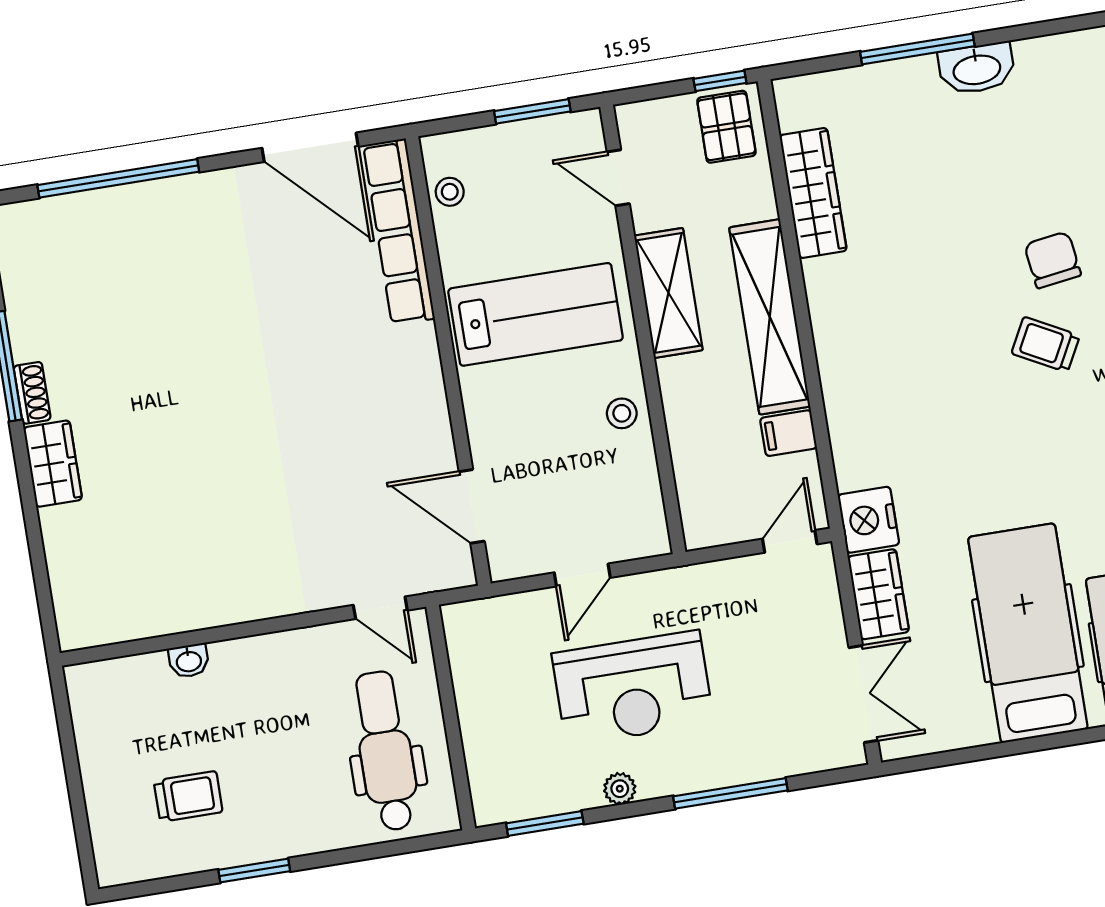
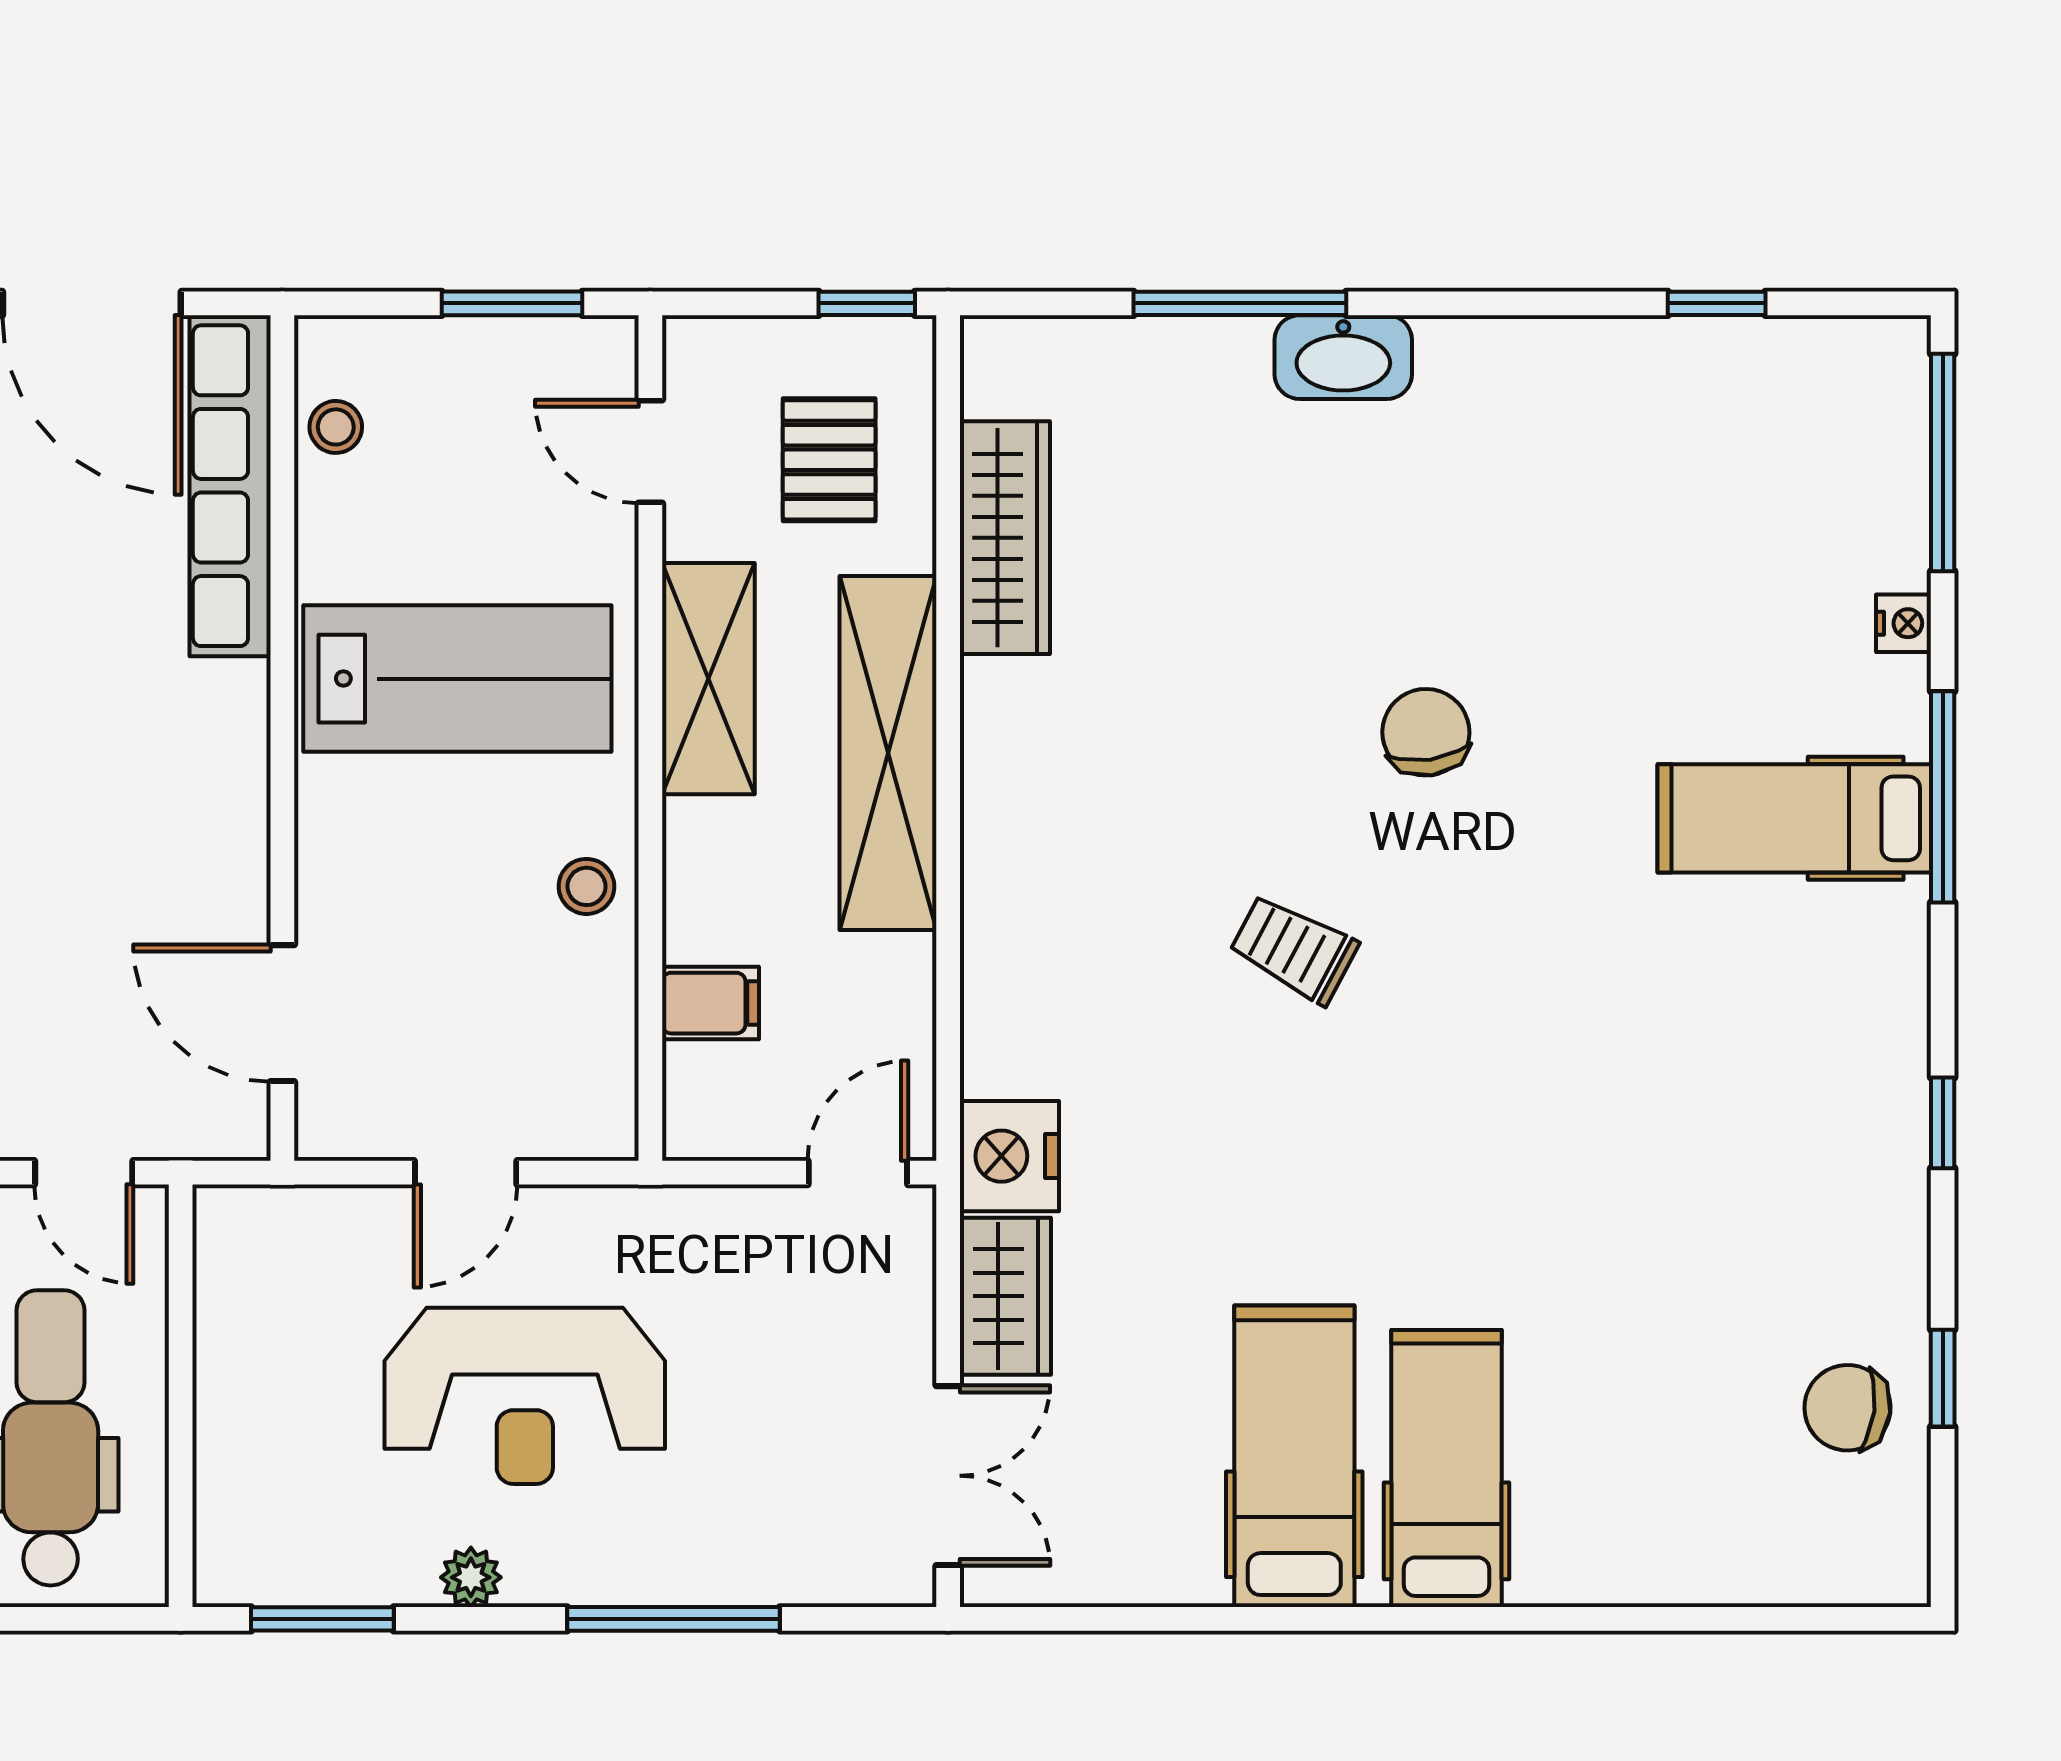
pallet: (726, 127) -> (829, 460), moved
trolley: (1046, 344) -> (1294, 949), moved
filing cabinet: (789, 433) -> (711, 1003), moved, turned 180
hospital bed: (1028, 633) -> (1294, 1456), width x0.73, depth x0.78

